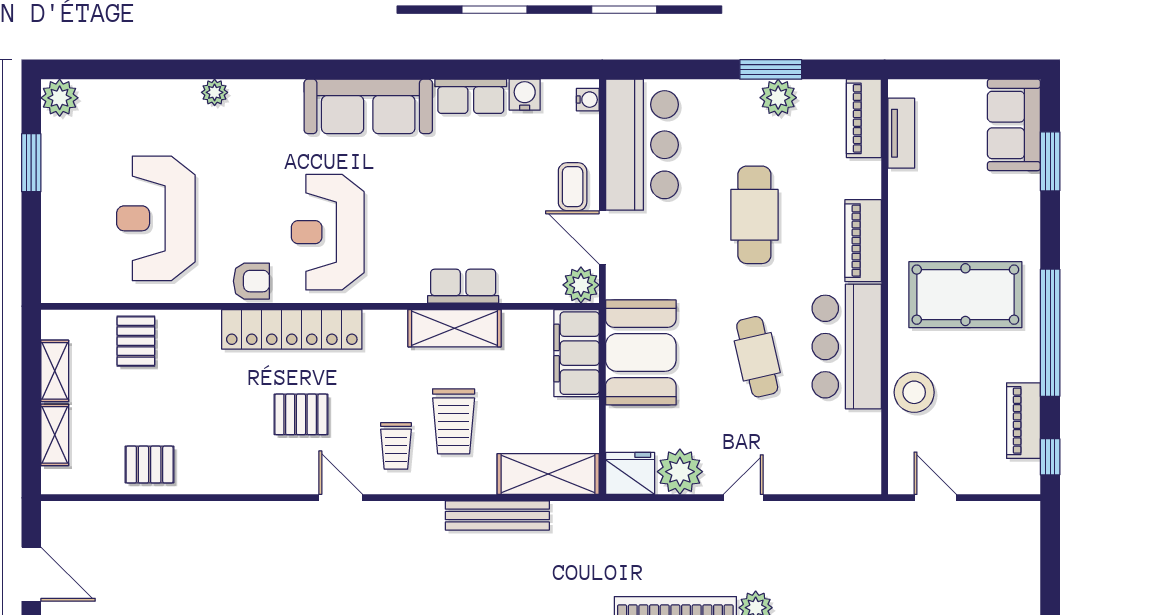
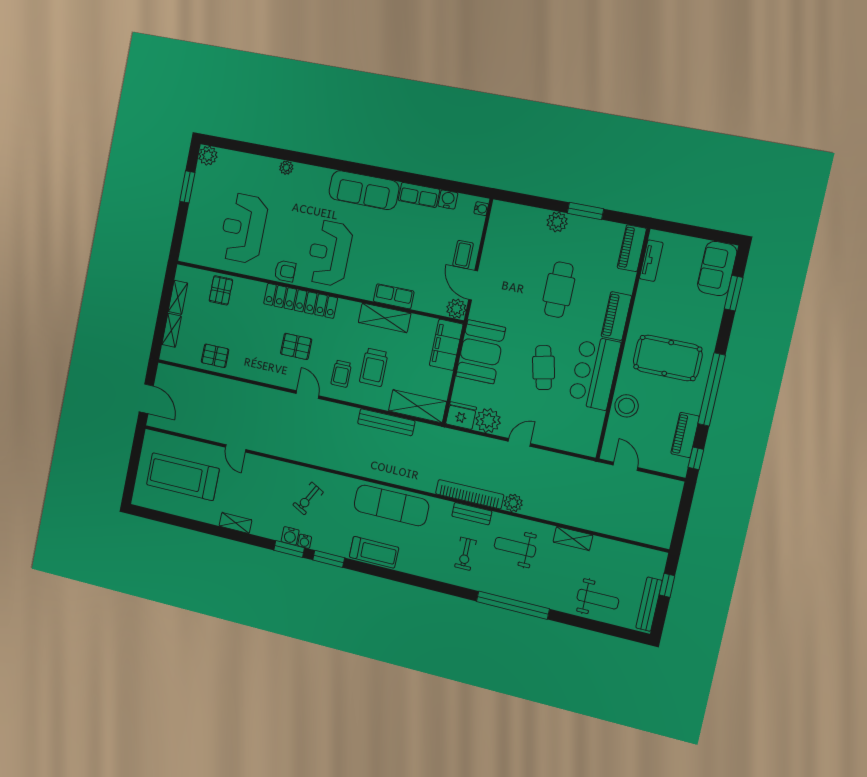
plant: (778, 98) -> (557, 222), moved
bar counter: (642, 145) -> (505, 239), removed

